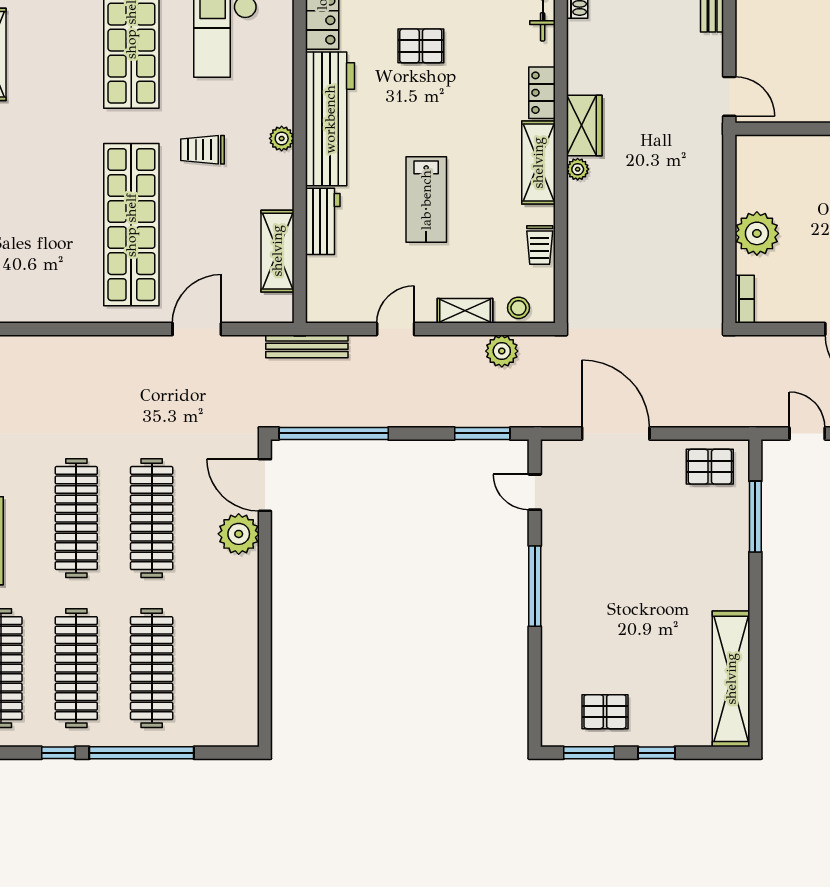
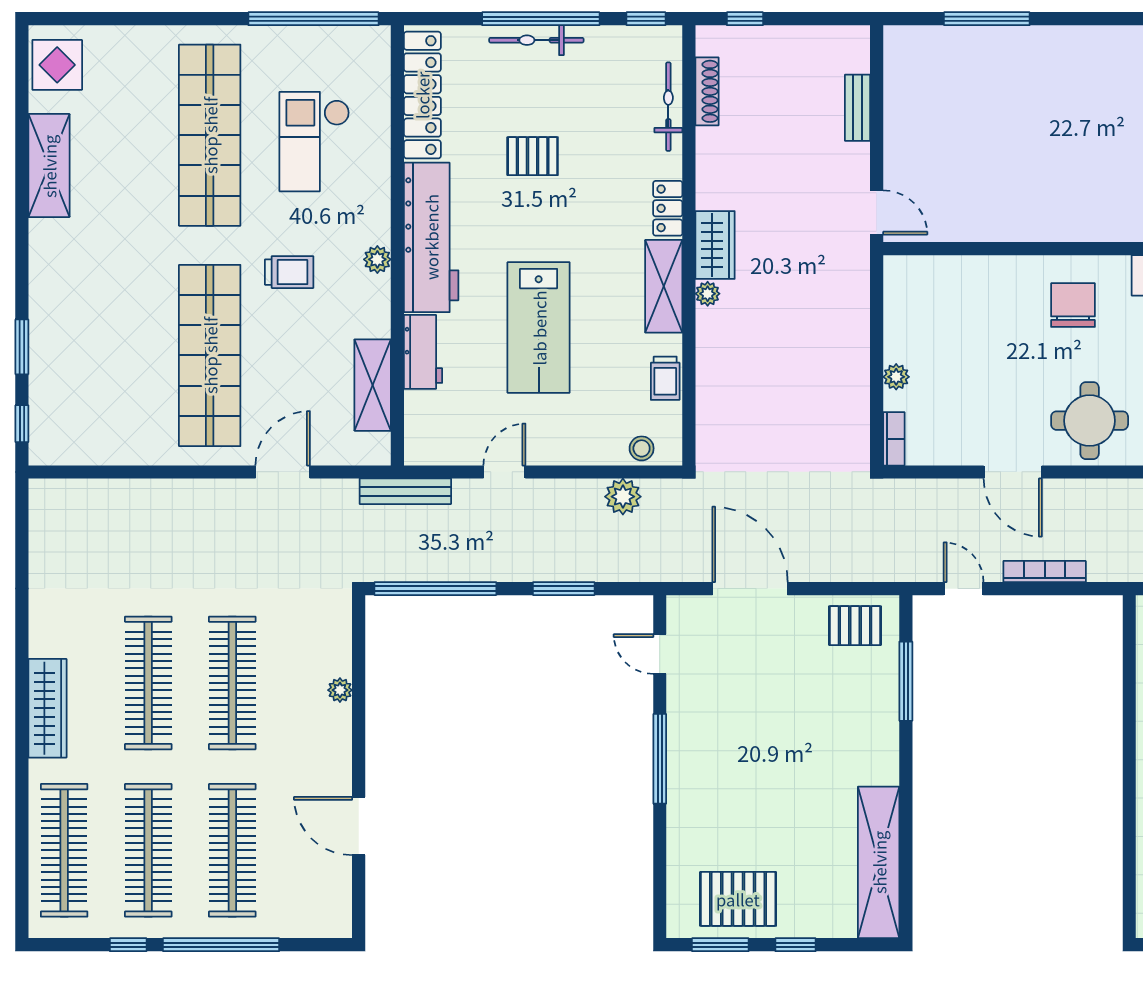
trolley: (203, 150) -> (289, 272), turned 180
lab bench: (426, 200) -> (539, 328), width x1.36, depth x1.39
plant: (757, 233) -> (896, 377), width x0.53, depth x0.53
shelving: (465, 311) -> (582, 452), removed
window: (482, 433) -> (564, 589), moved
door: (265, 485) -> (359, 826), moved
plant: (239, 534) -> (340, 690), width x0.53, depth x0.53
pallet: (605, 712) -> (738, 899), width x1.50, depth x1.42

